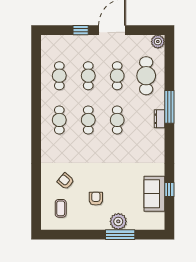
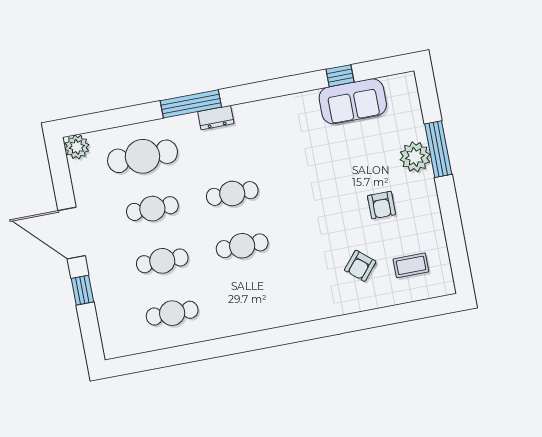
cafe table: (59, 120) -> (252, 298), removed
armchair: (96, 199) -> (381, 205), turned -90

